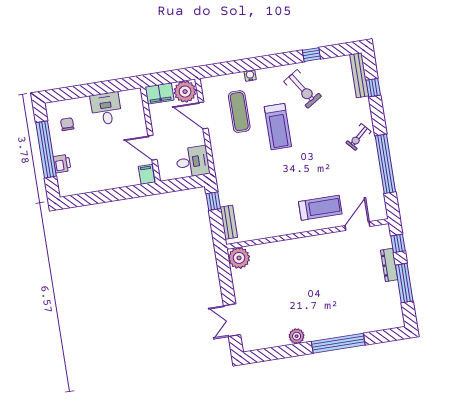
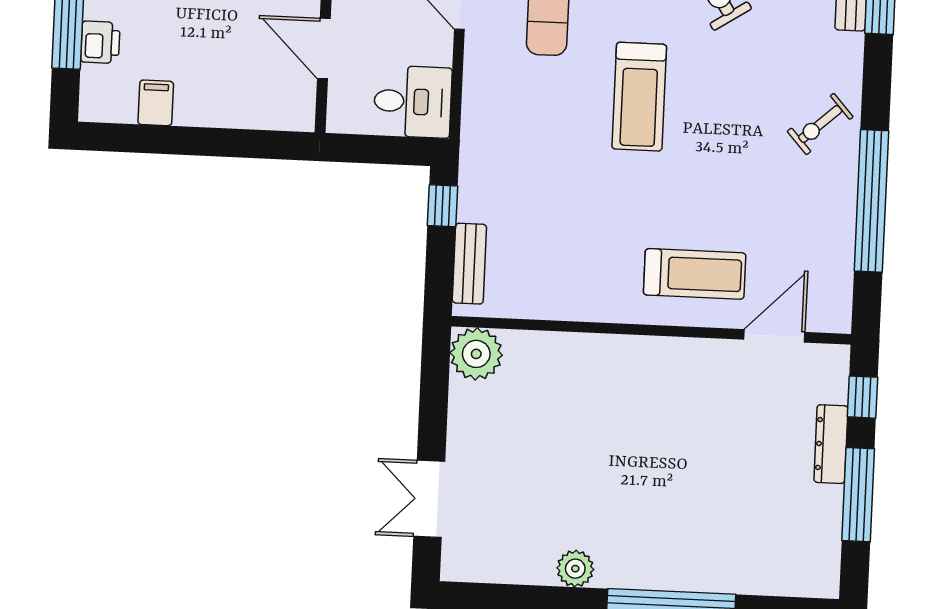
treadmill: (278, 127) -> (639, 97), moved
filing cabinet: (147, 174) -> (156, 103), moved

